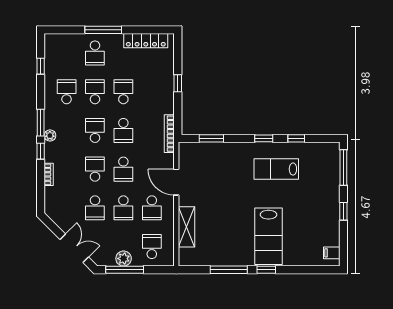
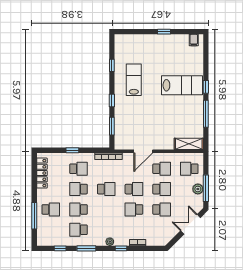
window: (103, 30) -> (34, 216), moved
window: (41, 123) -> (86, 248), moved
school desk: (95, 130) -> (78, 169), moved, turned 180
window: (264, 138) -> (112, 100), moved
window: (343, 168) -> (133, 32), removed
lab bench: (276, 169) -> (134, 80), turned 180
shelving: (187, 227) -> (189, 144), moved

